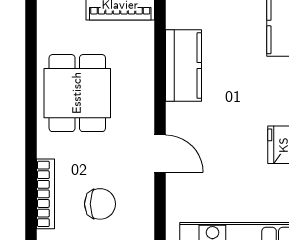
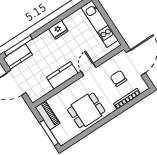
kitchen counter: (184, 66) -> (62, 75), moved

